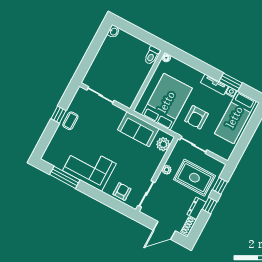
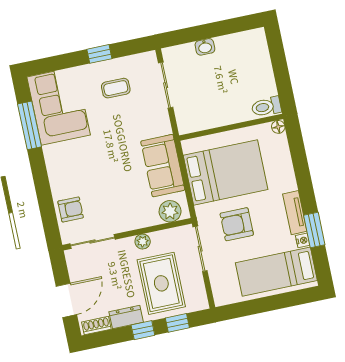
washbasin: (114, 32) -> (205, 47), moved
coffee table: (70, 121) -> (116, 88), moved
corner sofa: (89, 167) -> (59, 106), moved
door: (164, 230) -> (66, 300), swing flipped

